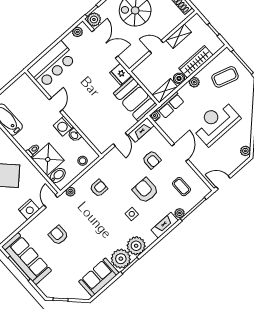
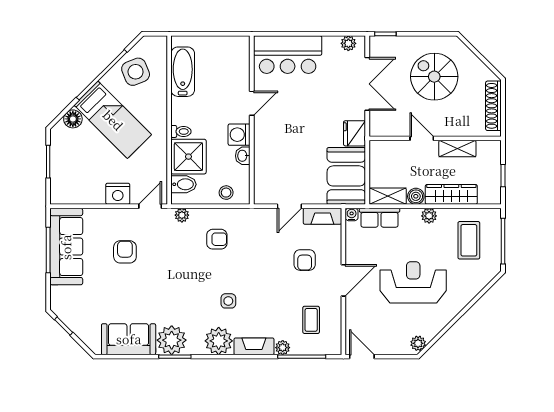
plant: (94, 19) -> (379, 46), removed
coffee table: (225, 77) -> (469, 240), turned 73
armchair: (145, 190) -> (267, 288), removed
plant: (136, 246) -> (219, 341), moved

